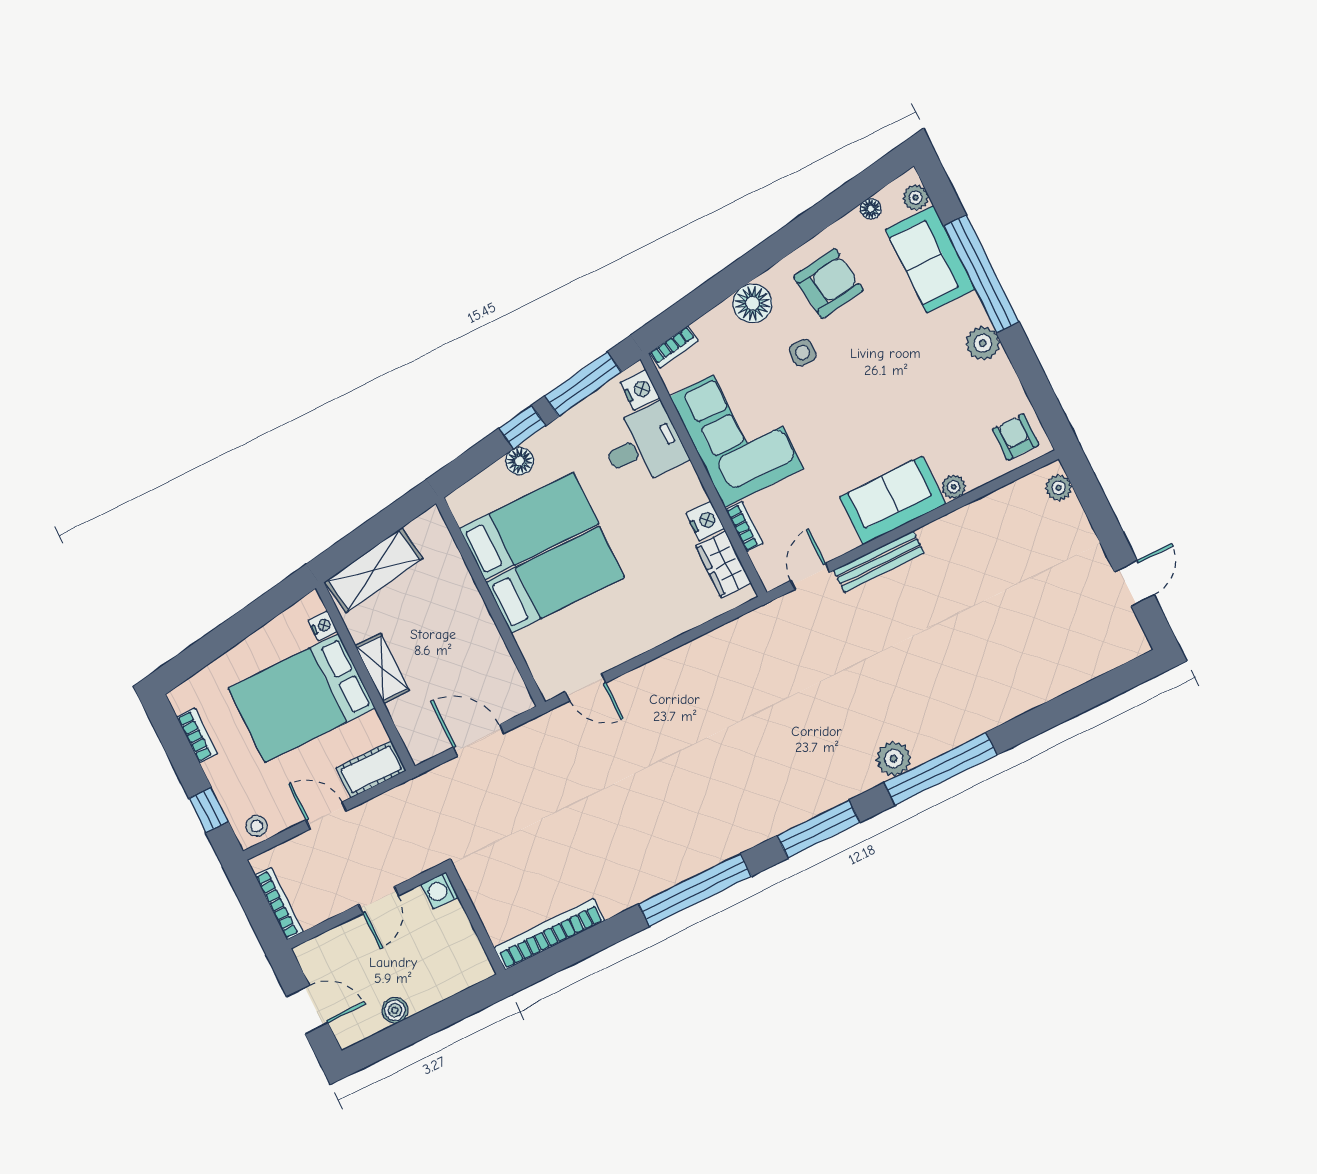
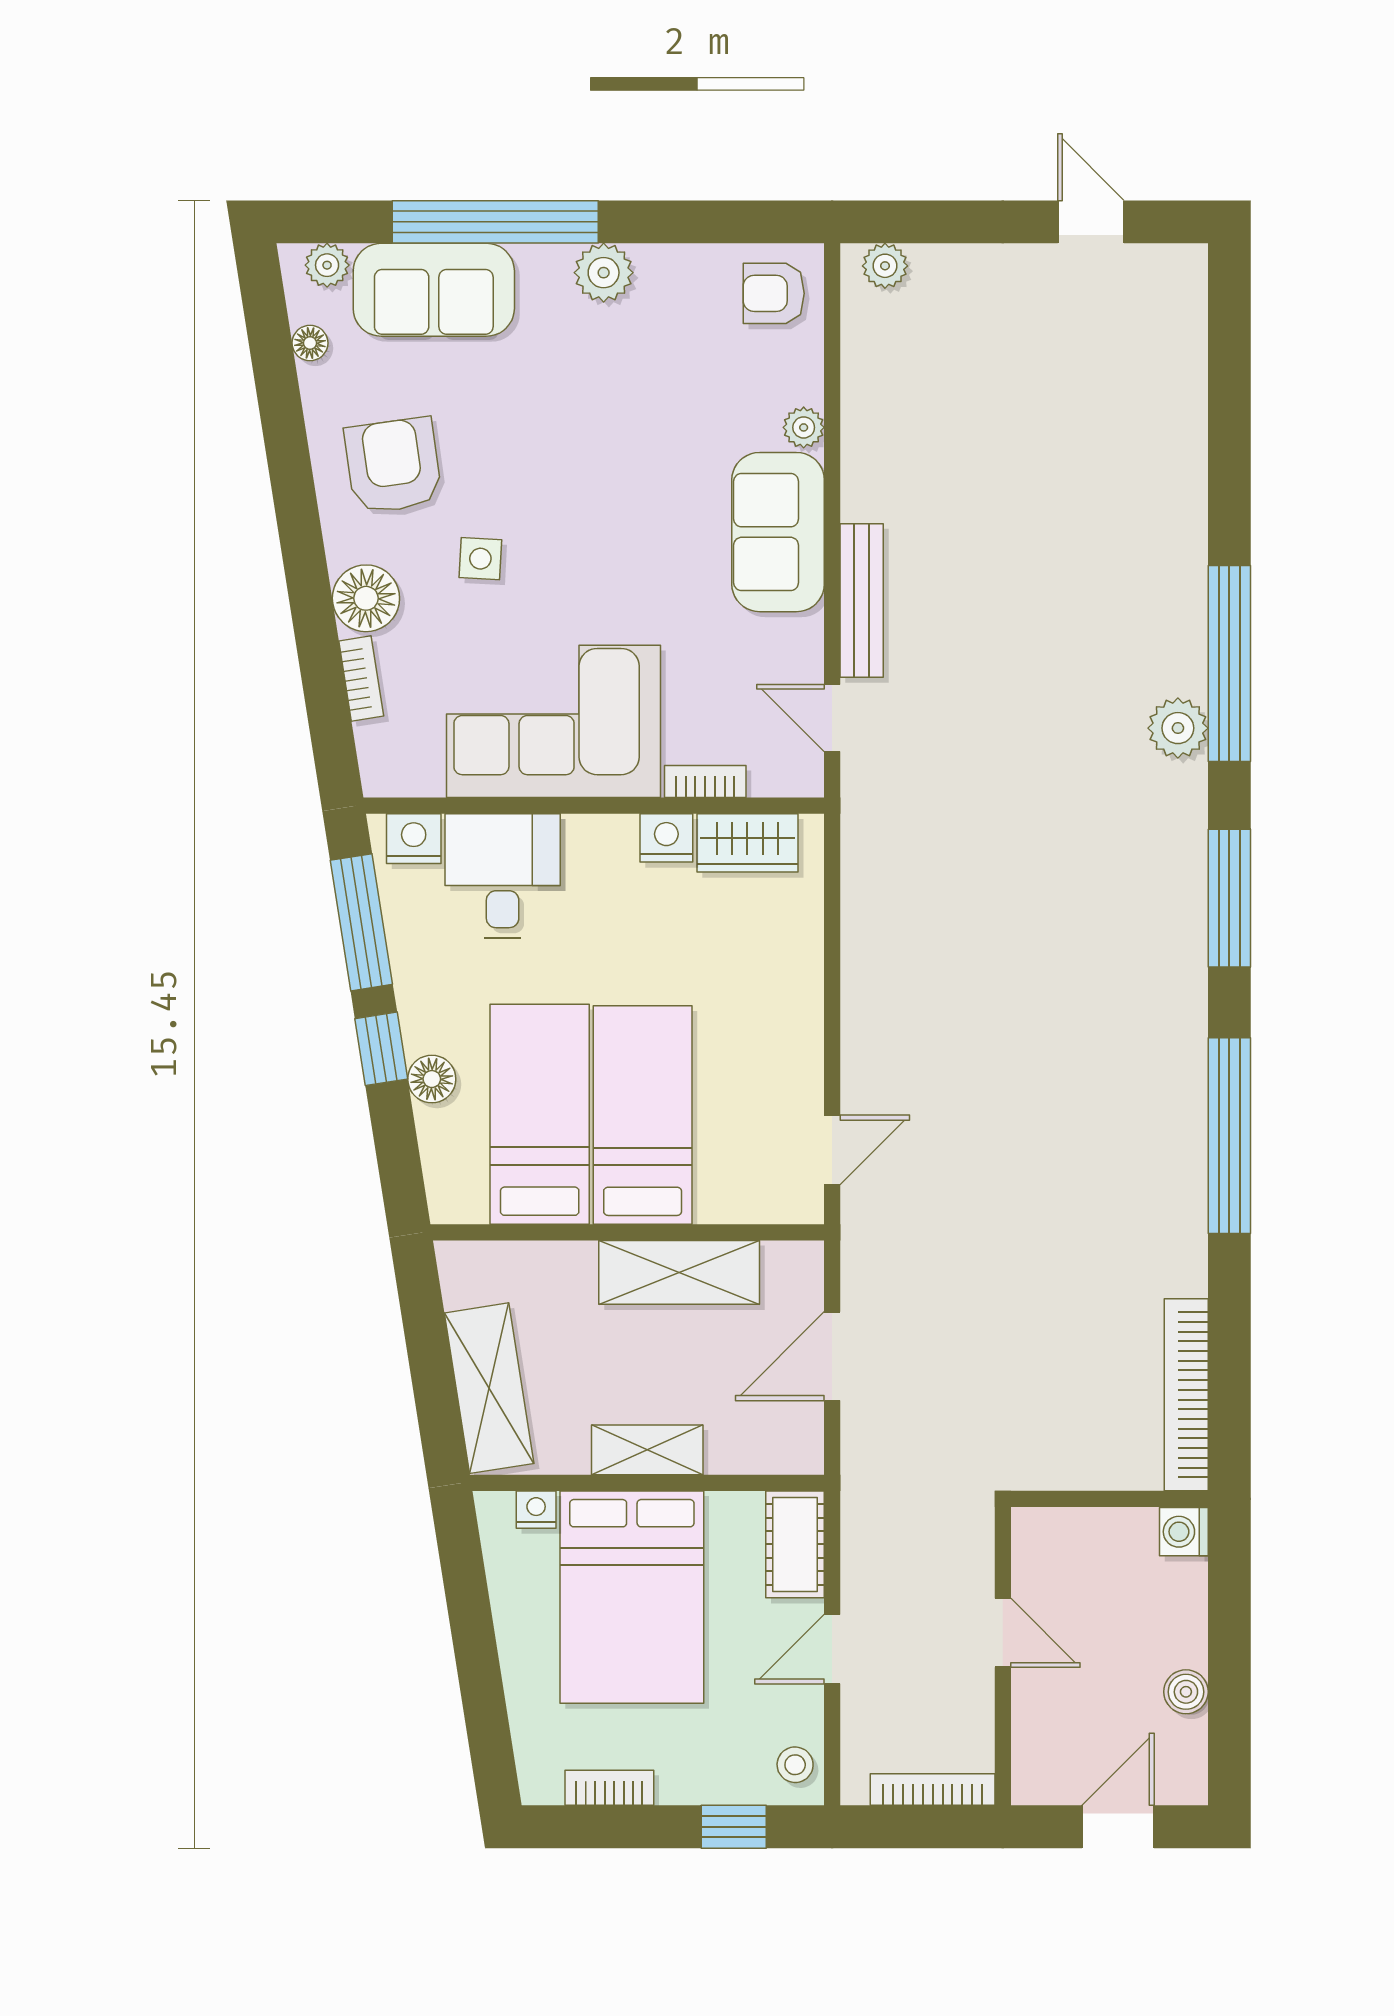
bookcase: (674, 347) -> (361, 679), moved
shelving: (483, 639) -> (679, 1272), added
washing machine: (440, 891) -> (1184, 1532), moved, turned 90

